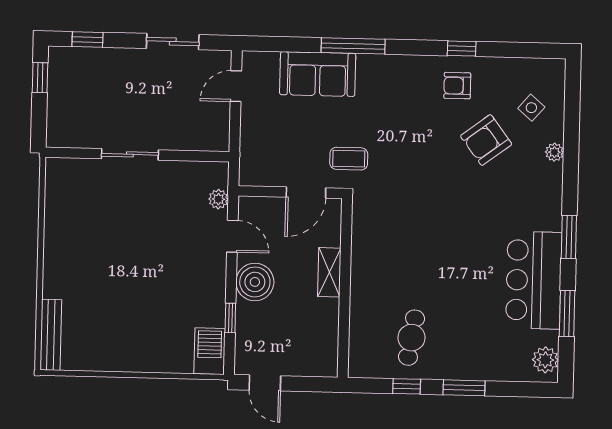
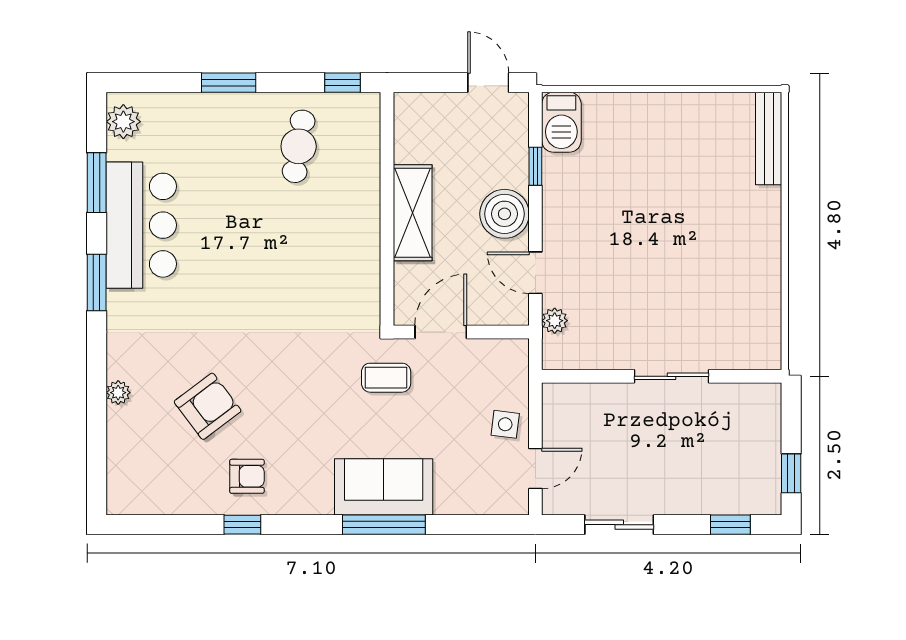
sofa: (318, 74) -> (384, 487), moved
side table: (531, 108) -> (505, 424), moved, turned -34
shelving: (329, 272) -> (413, 213), width x1.50, depth x1.33
window: (407, 386) -> (342, 83), moved

